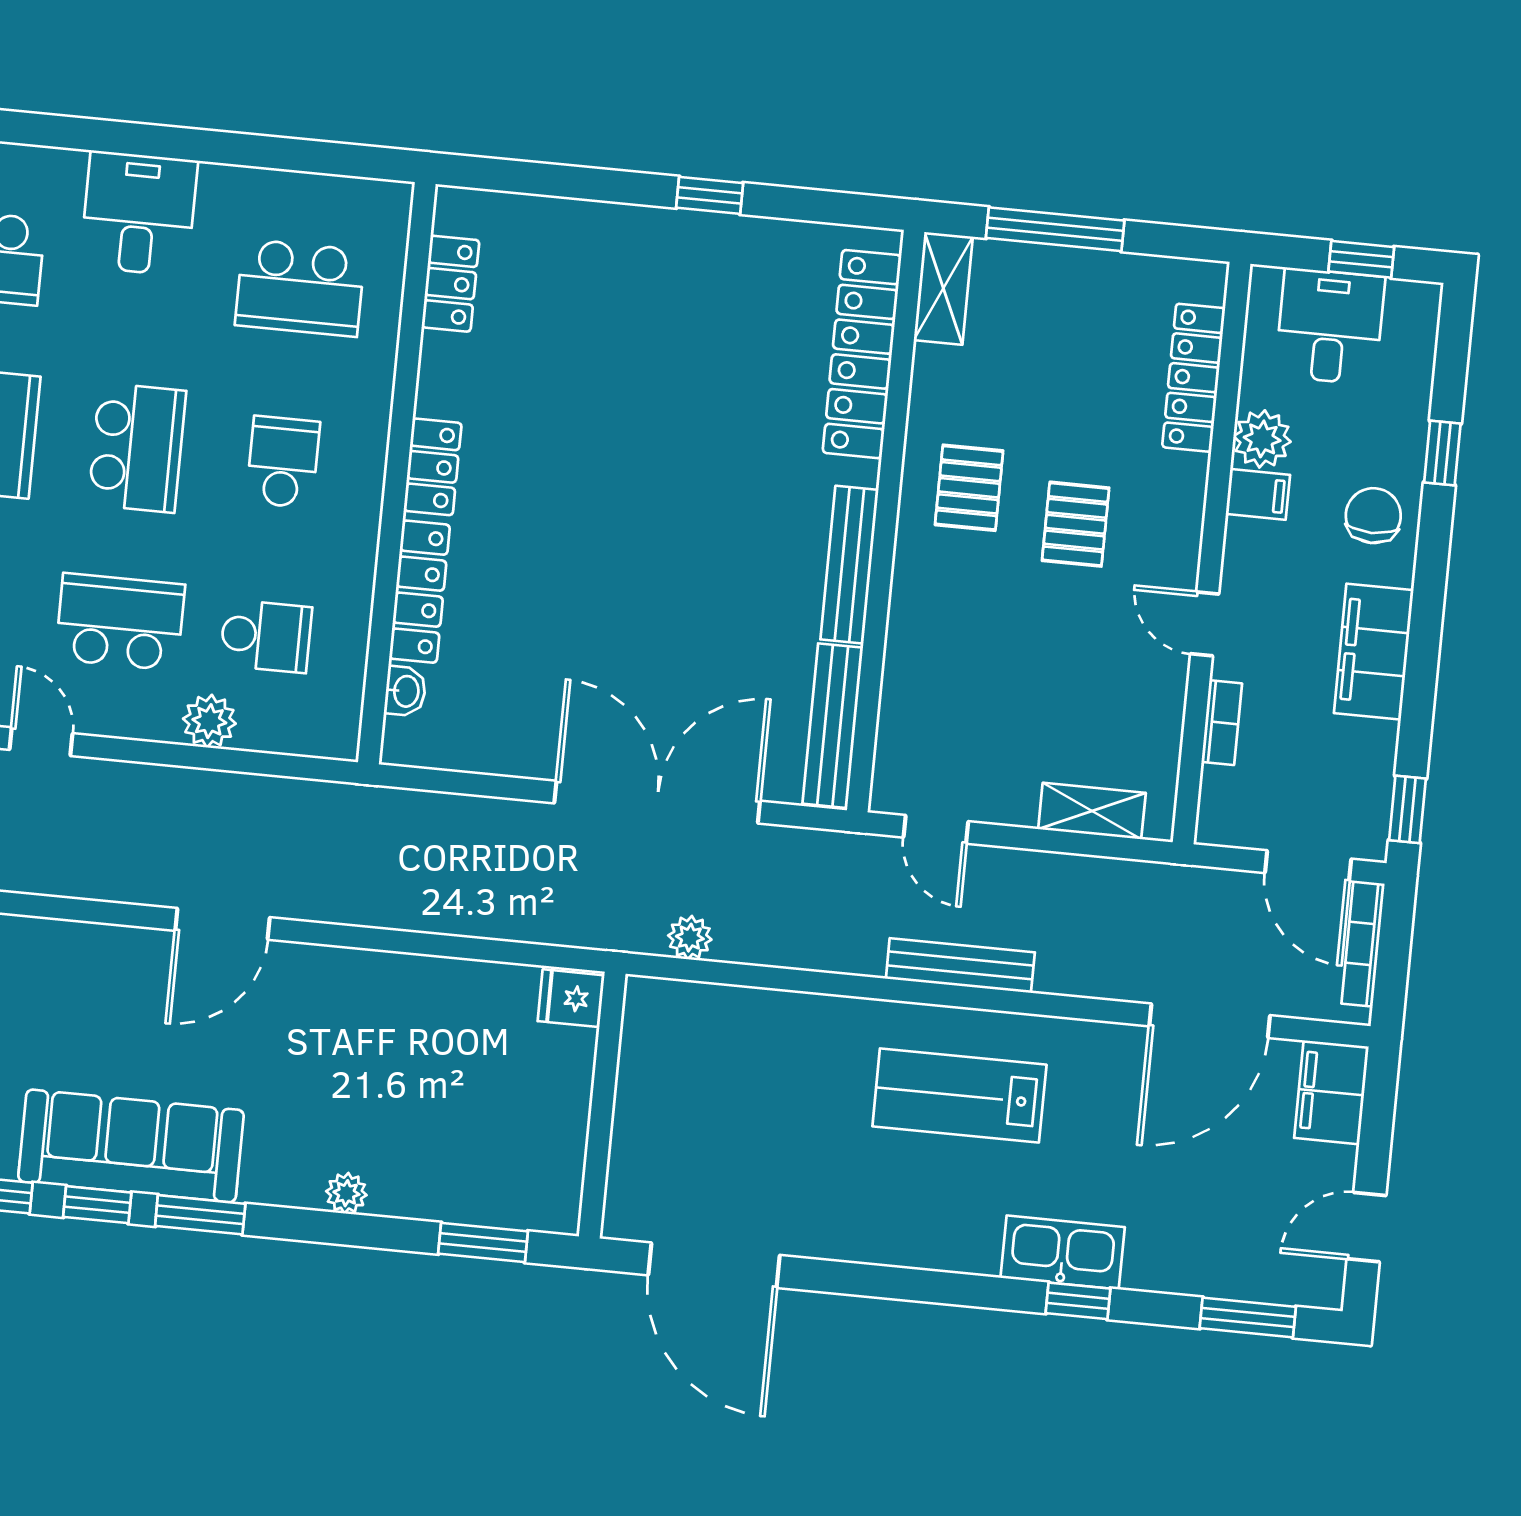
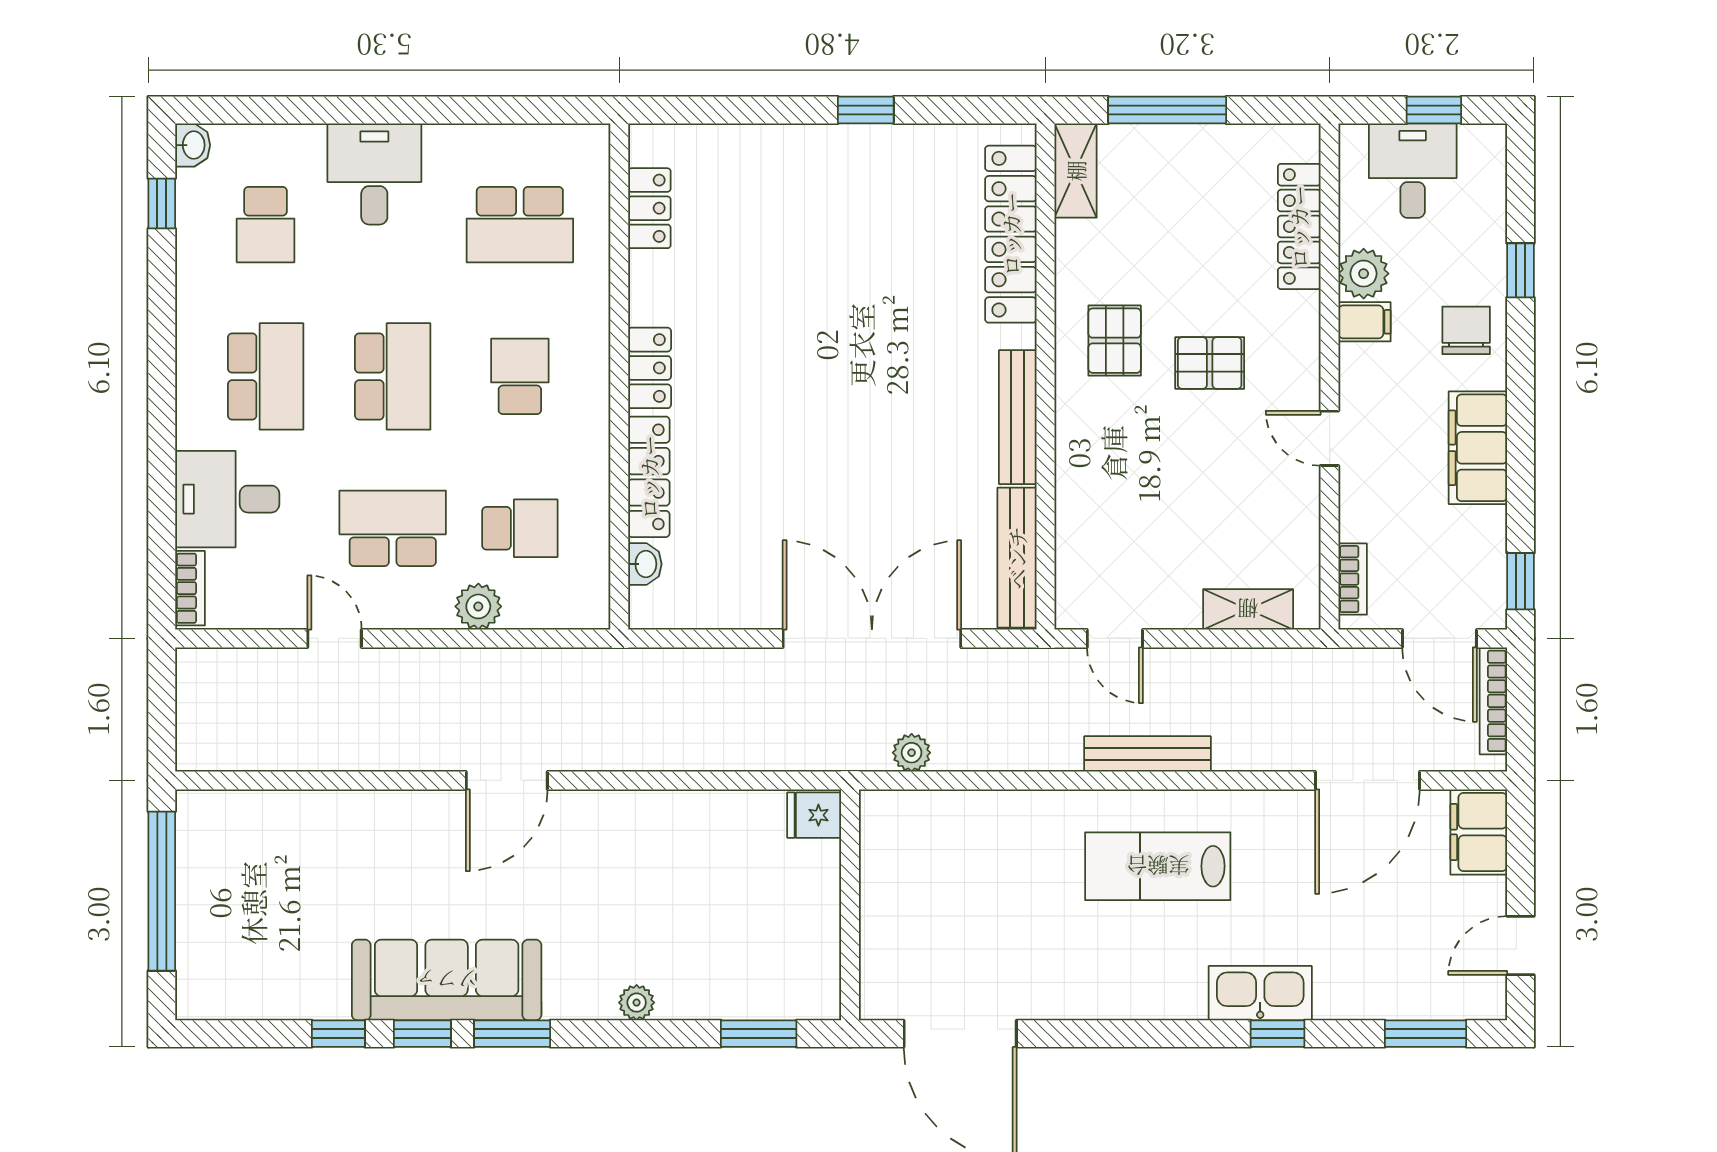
pallet: (1076, 524) -> (1210, 363), turned 90
bookcase: (1222, 723) -> (1353, 579), moved

